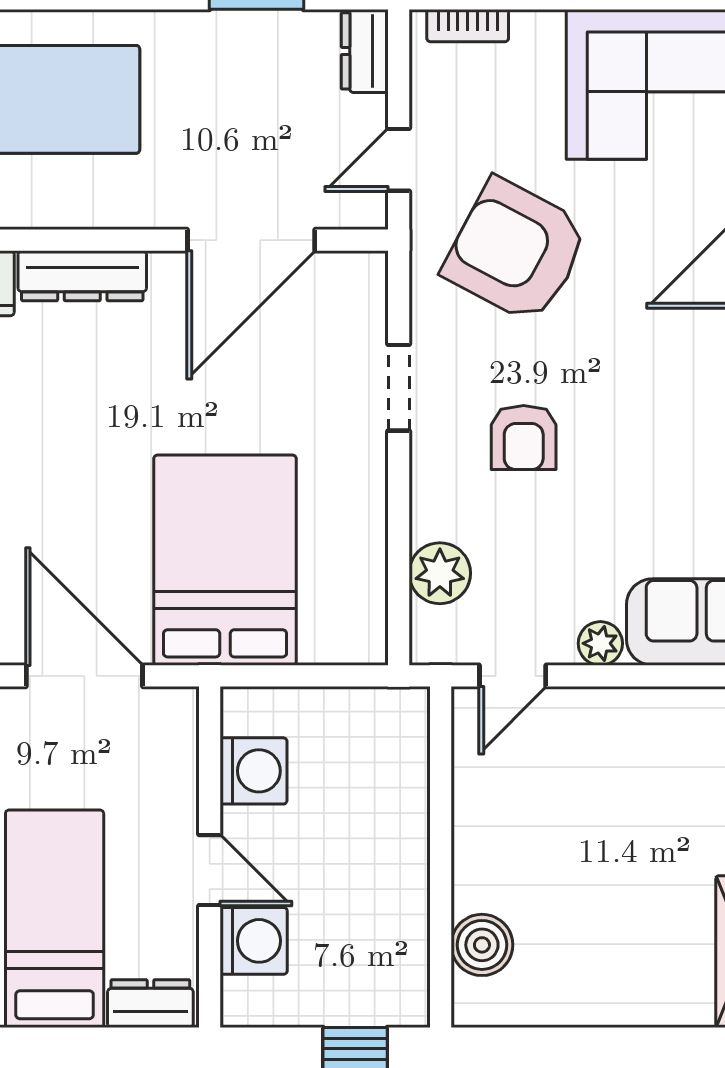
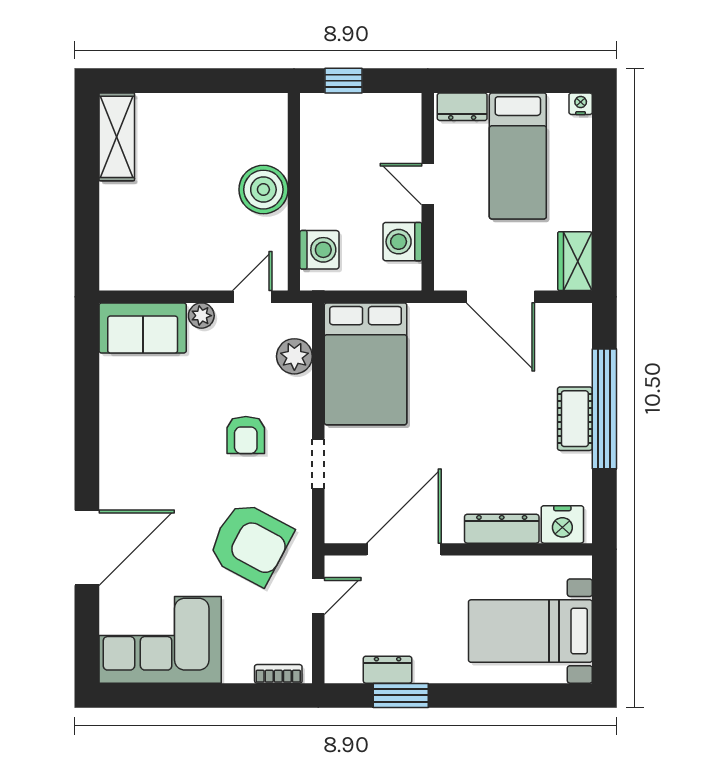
dresser: (365, 51) -> (388, 670), moved, turned -90
armchair: (524, 437) -> (246, 435), turned 180
bed: (225, 560) -> (366, 364), moved
washing machine: (254, 941) -> (319, 250), moved, turned 180
boiler: (482, 945) -> (263, 190), moved, width x1.37, depth x1.37

